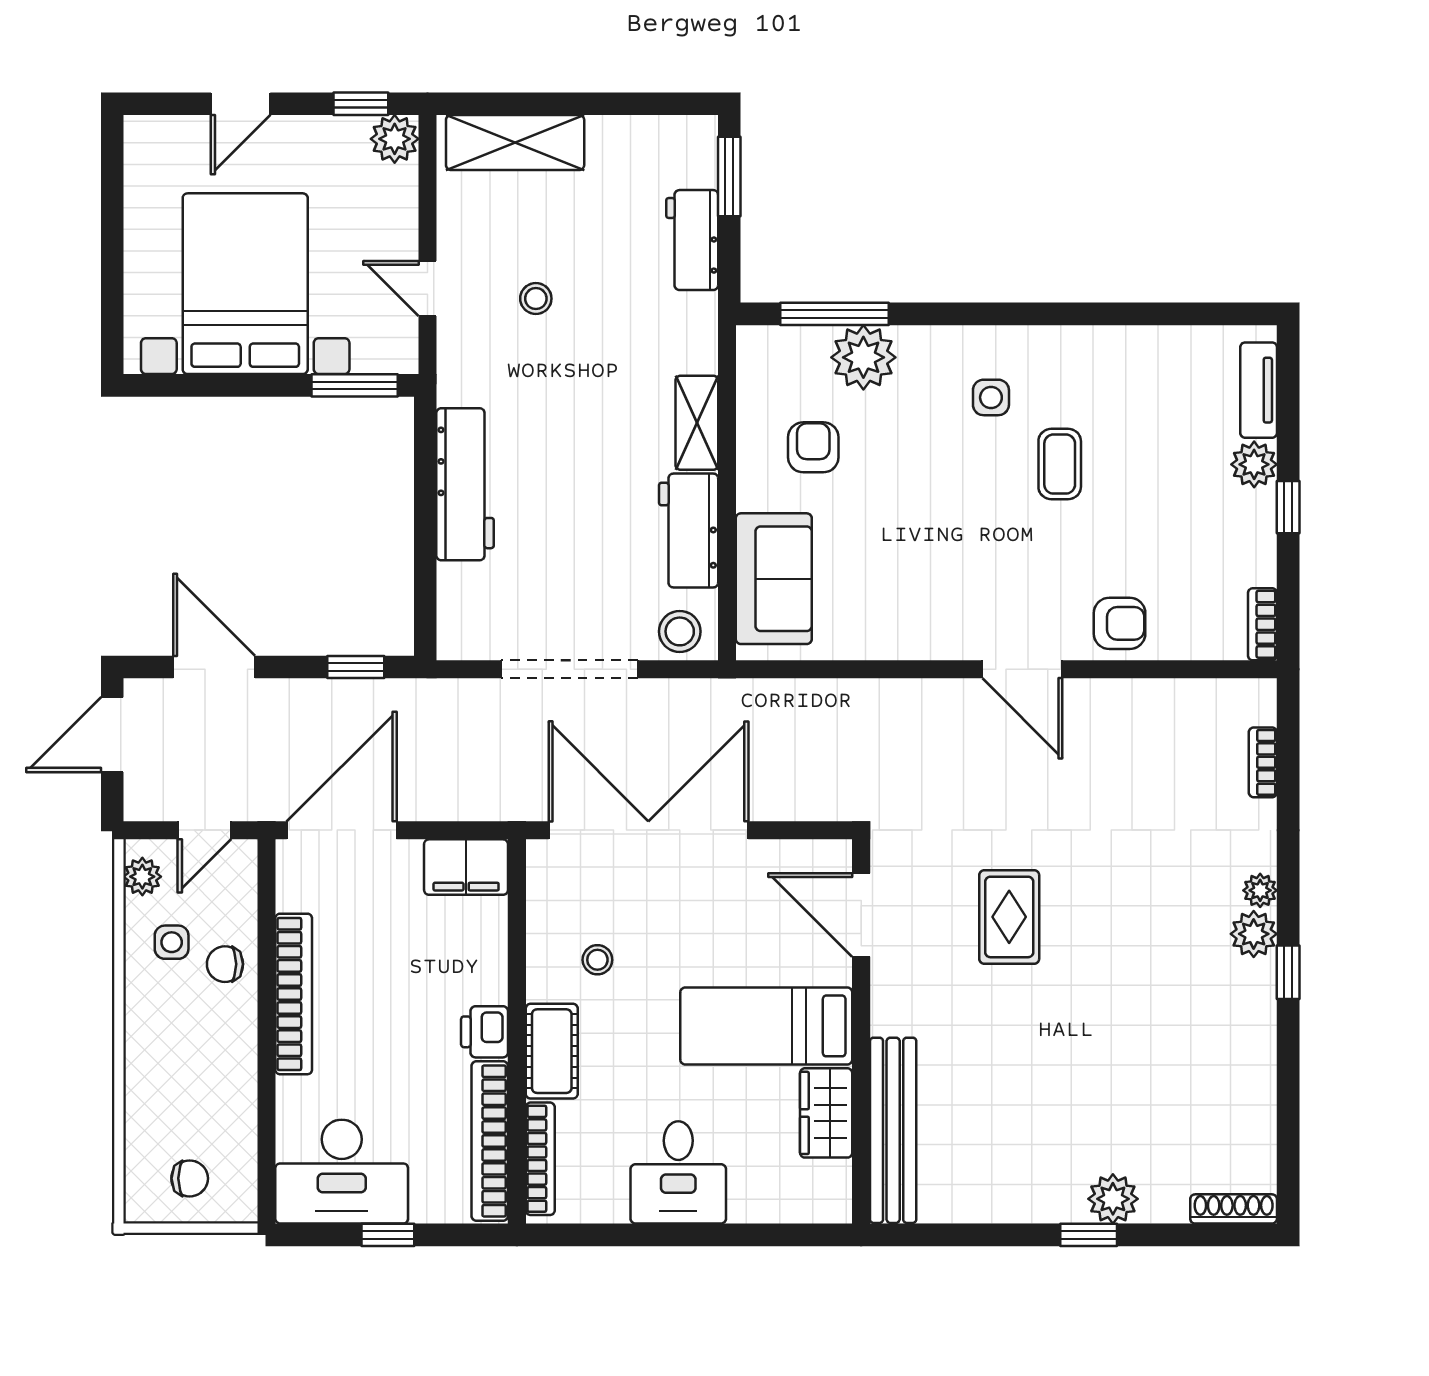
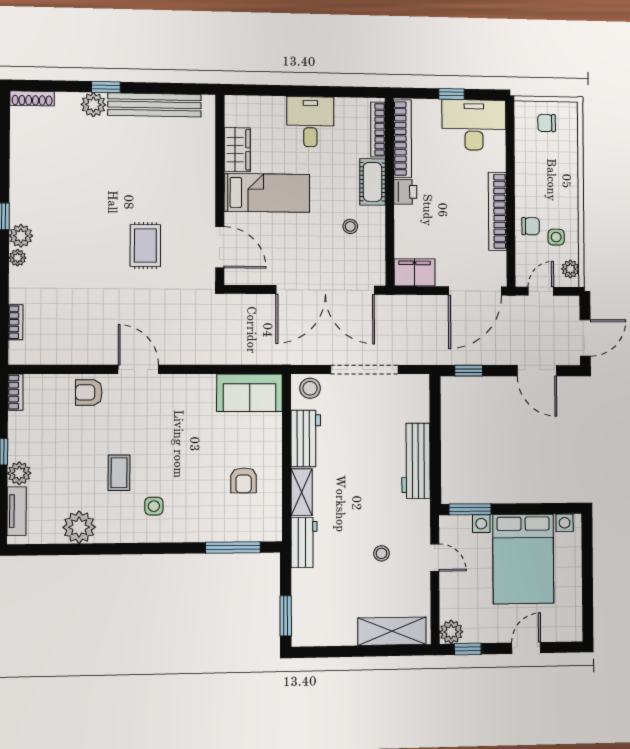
workbench: (692, 240) -> (304, 543), moved
plant: (863, 357) -> (79, 527), moved
sofa: (774, 579) -> (250, 393), moved, turned -90
bench: (893, 1130) -> (155, 105), moved, turned 90

